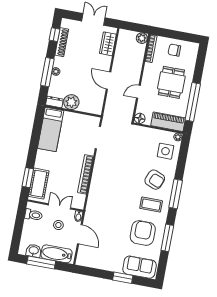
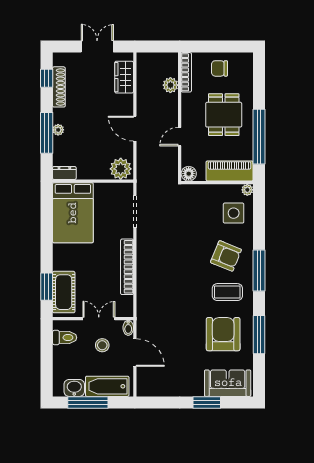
plant: (142, 38) -> (170, 85), moved
plant: (71, 102) -> (121, 169), moved
bed: (51, 129) -> (73, 213), width x1.50

